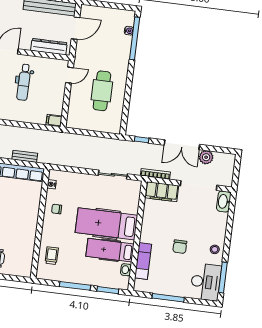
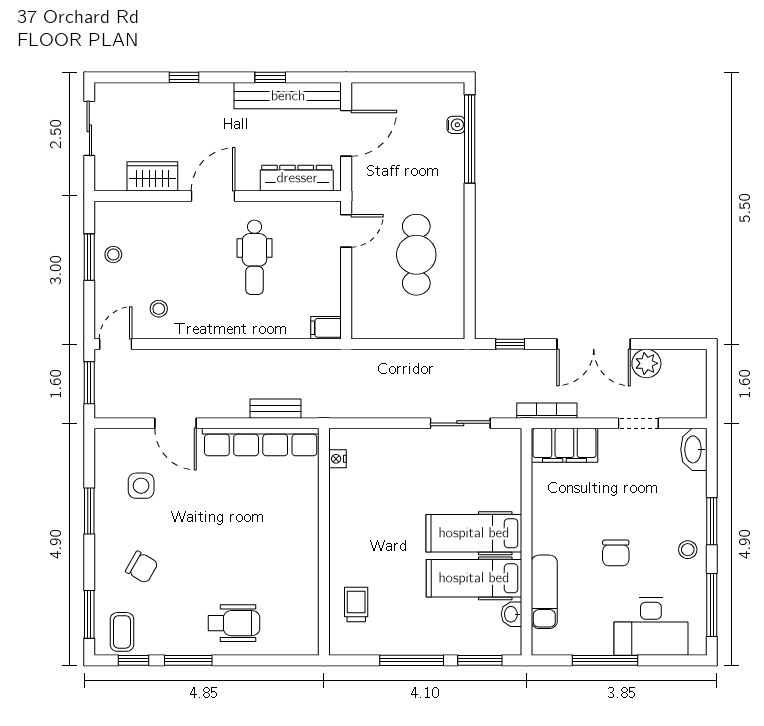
doorway: (199, 186) -> (638, 423), width x0.53
chair: (57, 209) -> (354, 508), removed
hospital bed: (106, 224) -> (474, 533), width x0.73, depth x0.78
window: (228, 237) -> (712, 521), added
desk: (206, 282) -> (651, 626), moved, turned 90

